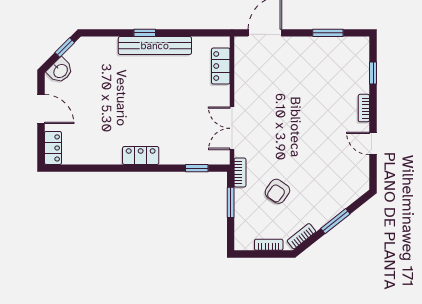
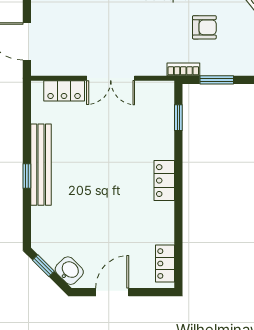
double door: (232, 128) -> (111, 78), moved
locker: (53, 148) -> (165, 264), moved, turned -90
armchair: (277, 191) -> (204, 27), turned -35

